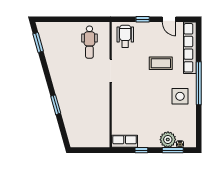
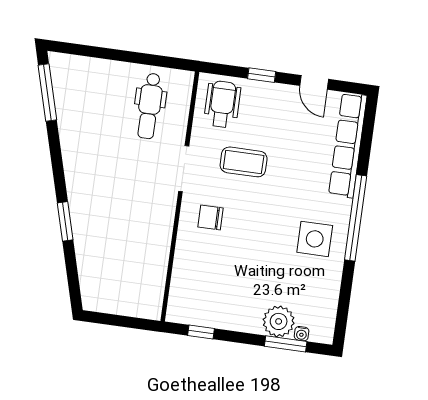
window: (38, 42) -> (47, 92), width x1.44
coffee table: (161, 63) -> (244, 162), moved
chair: (127, 93) -> (211, 218), added
row of seats: (125, 141) -> (192, 313), removed
window: (141, 150) -> (201, 332), moved

